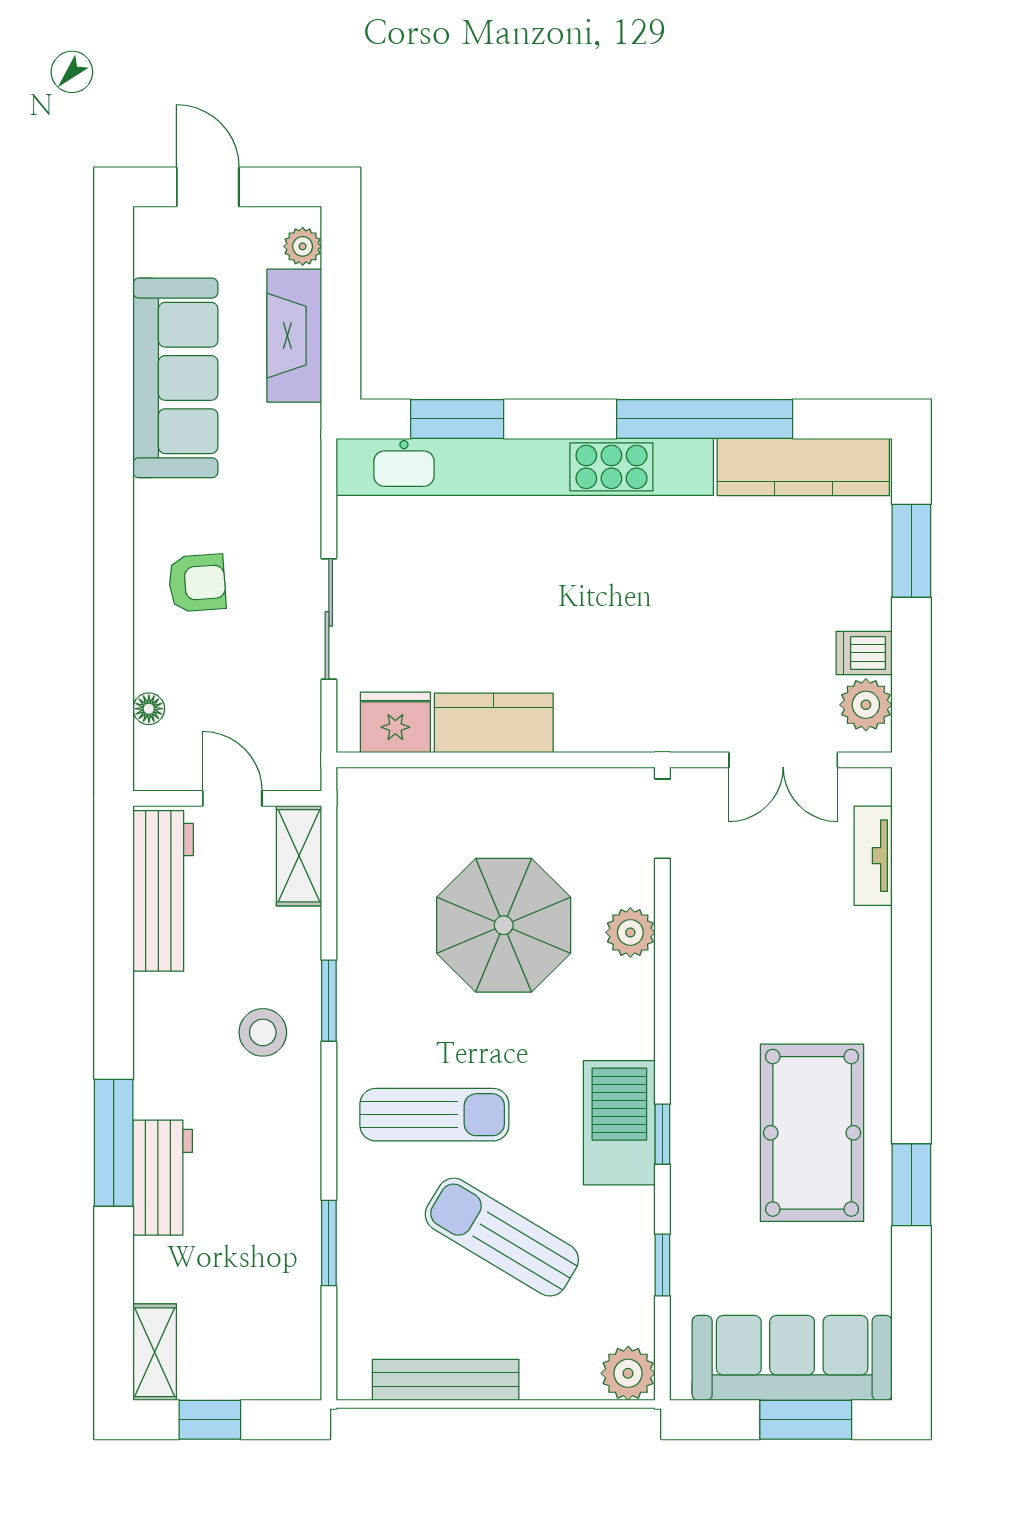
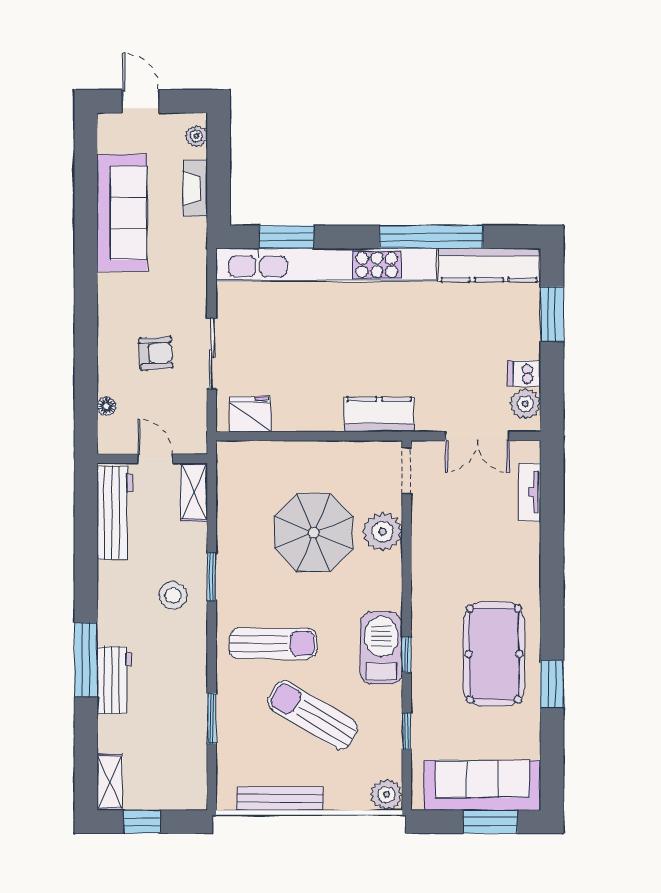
fireplace: (294, 336) -> (195, 188), width x0.73, depth x0.76
armchair: (197, 583) -> (156, 353), moved
kitchen counter: (494, 723) -> (379, 414), moved
plant: (630, 932) -> (383, 532), width x1.36, depth x1.36

